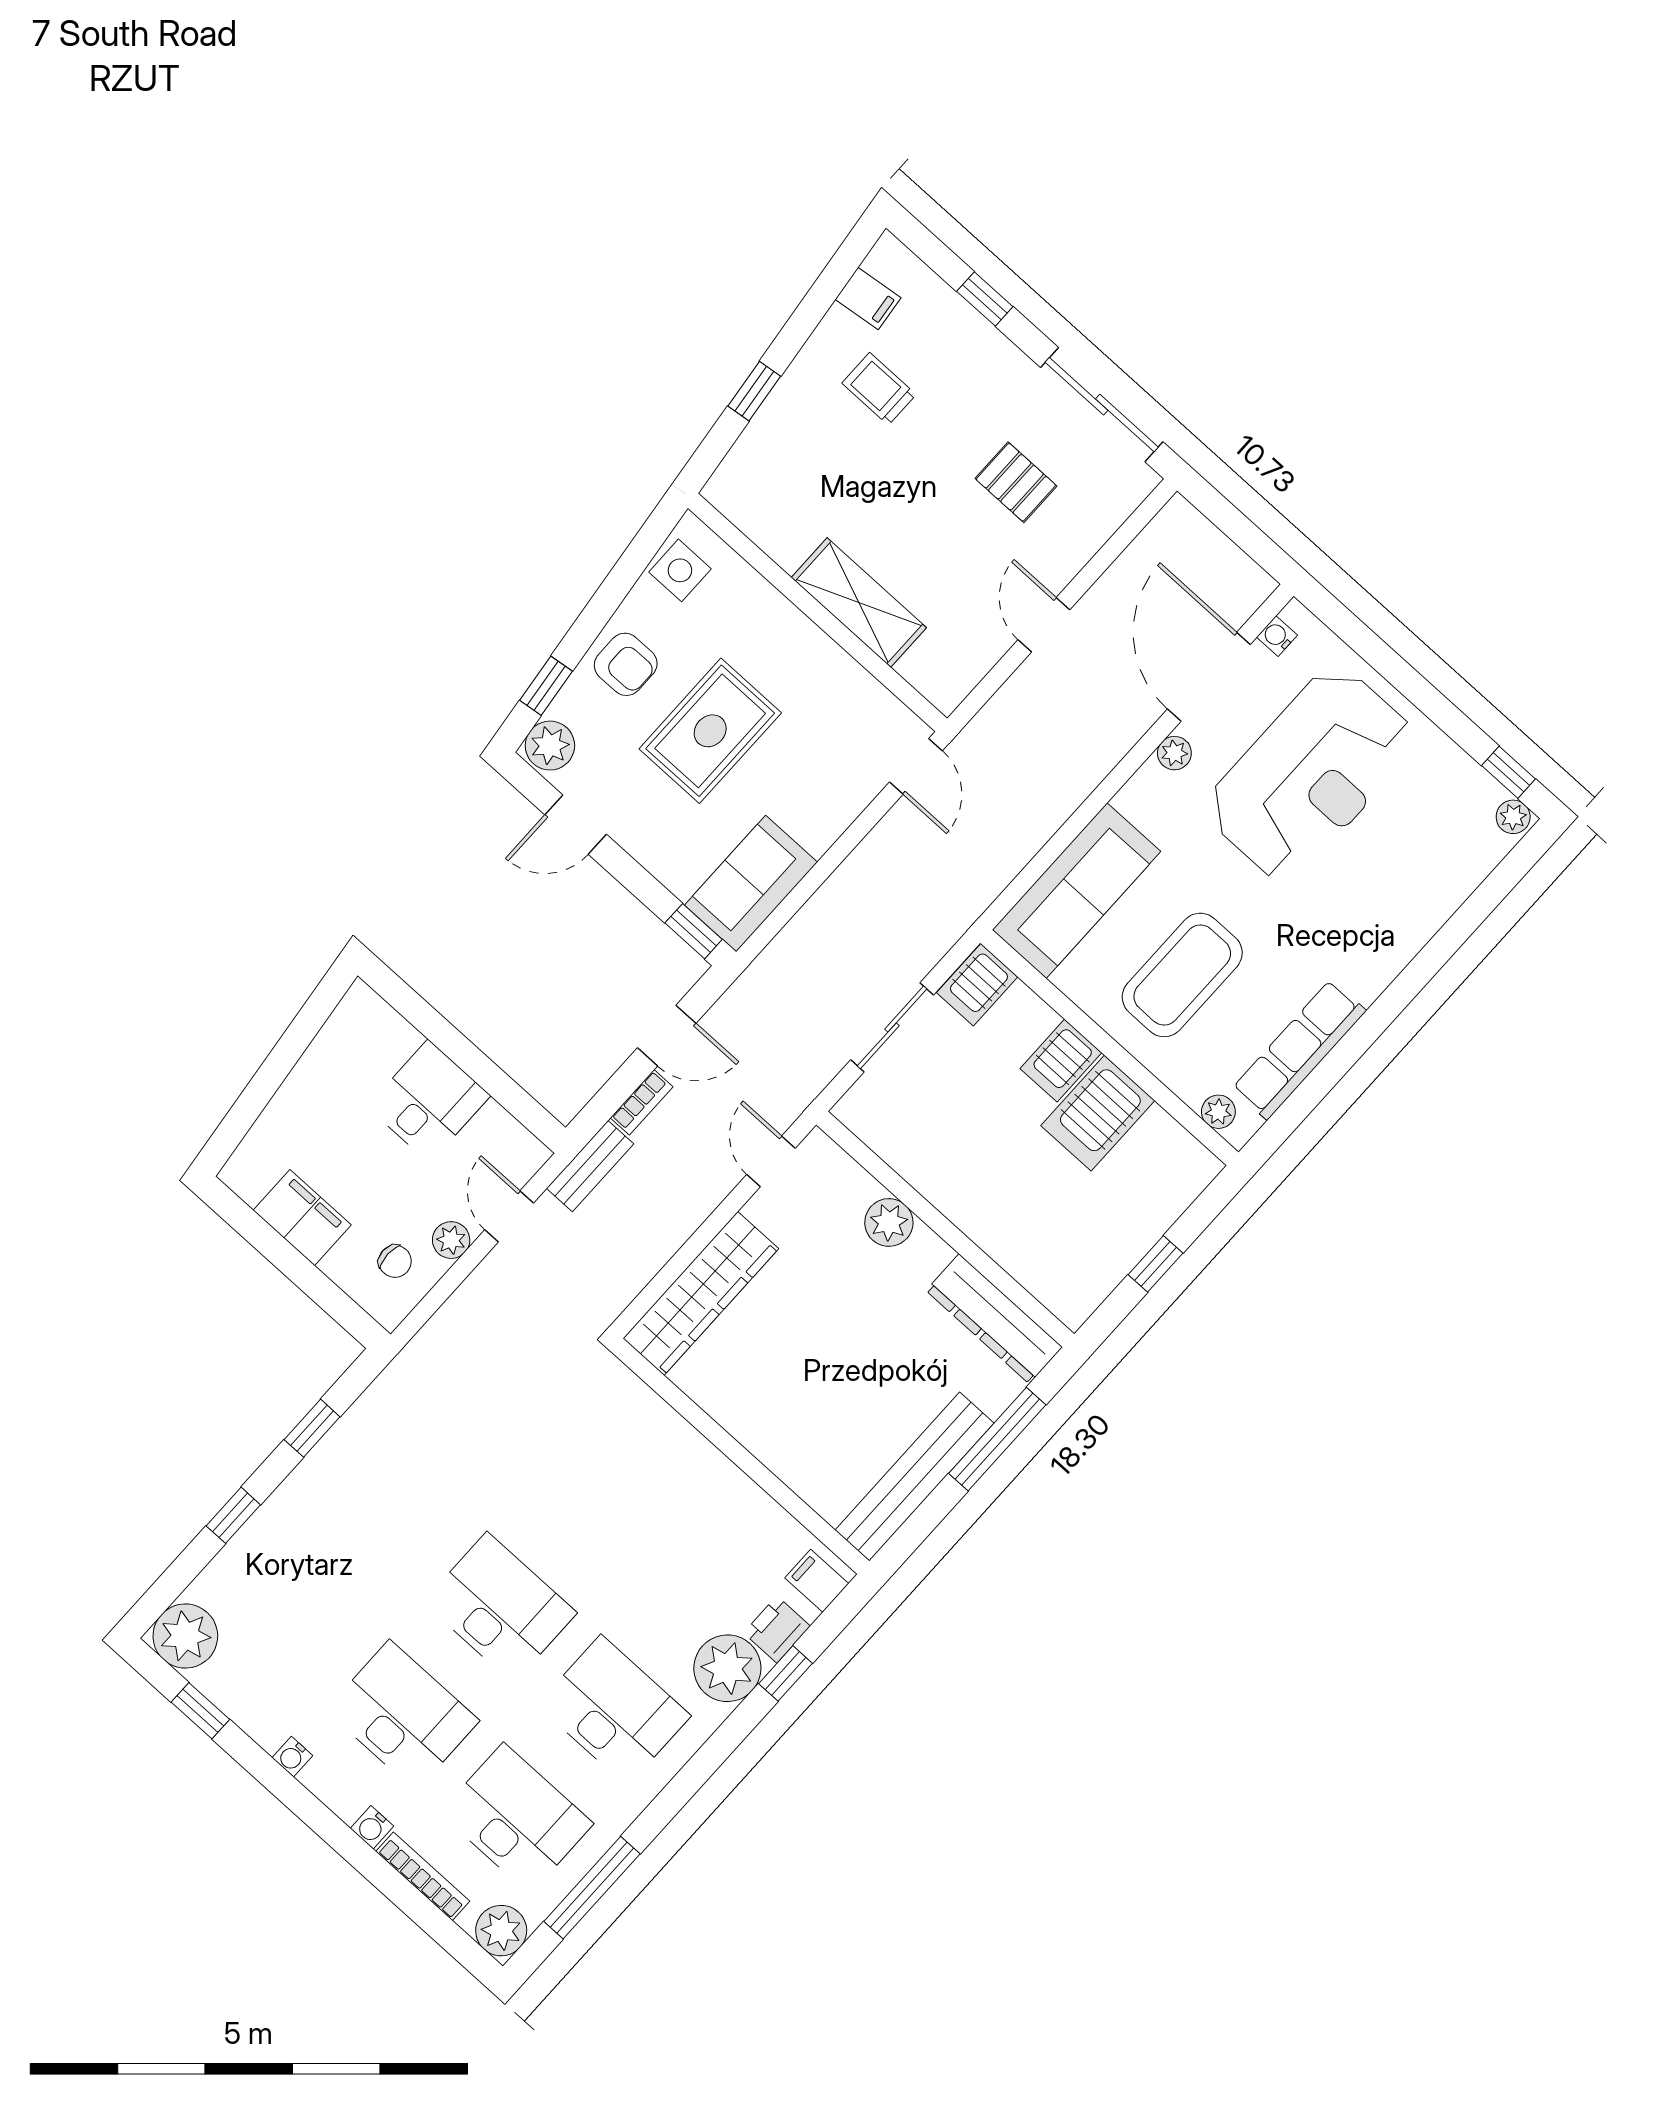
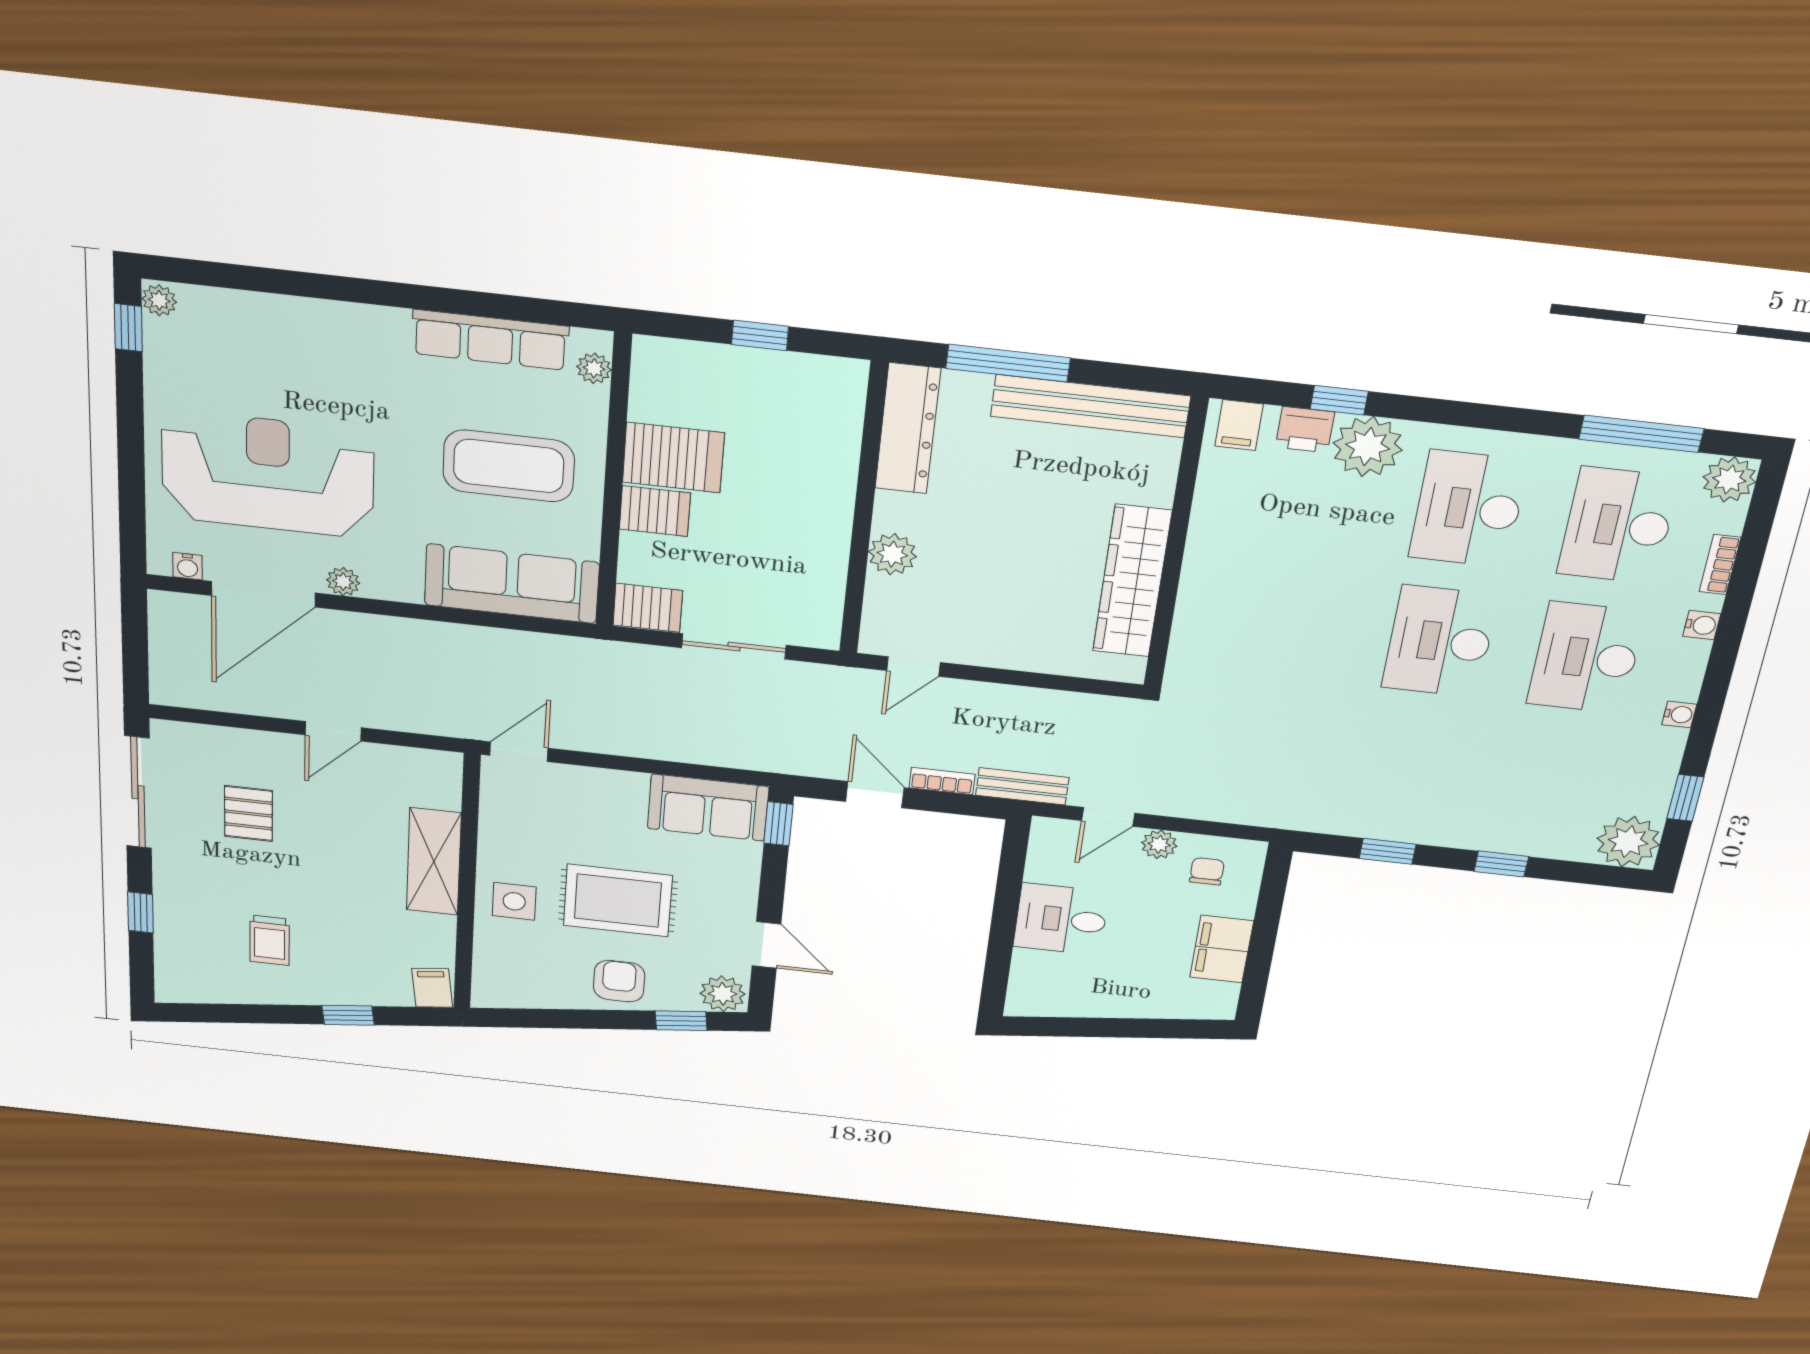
filing cabinet: (868, 299) -> (432, 988), moved
side table: (680, 570) -> (514, 901), moved
wardrobe: (701, 1293) -> (1132, 581), moved, turned -90
bookcase: (423, 1876) -> (1720, 564), width x0.64

